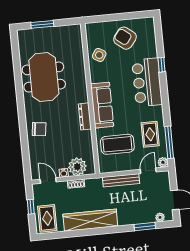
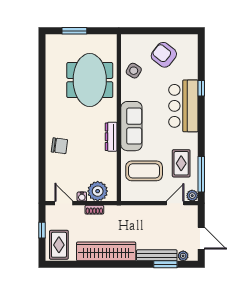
meeting table: (44, 77) -> (90, 80), moved
bench: (121, 180) -> (157, 255), moved

